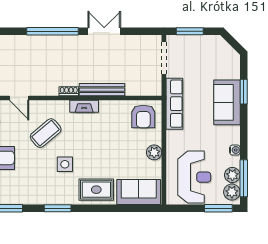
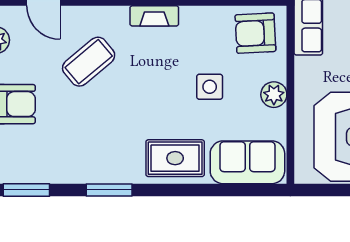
armchair: (143, 116) -> (255, 33), turned 87
side table: (65, 164) -> (210, 87), moved

